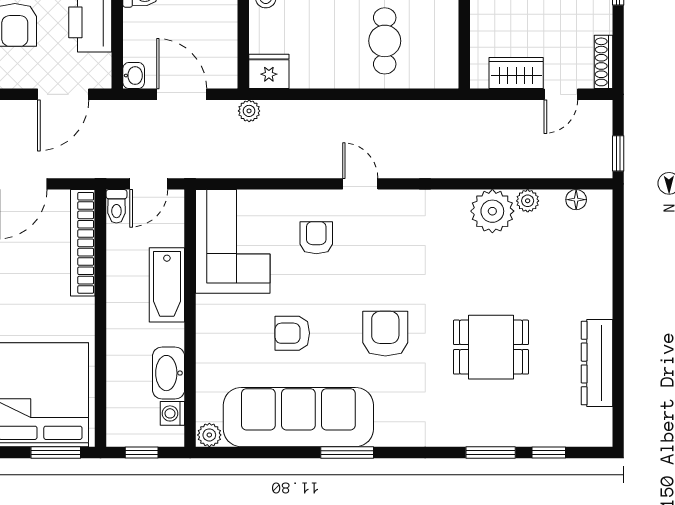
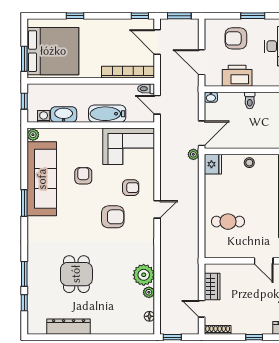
door: (182, 94) -> (202, 133), moved
armchair: (385, 334) -> (113, 217), moved

